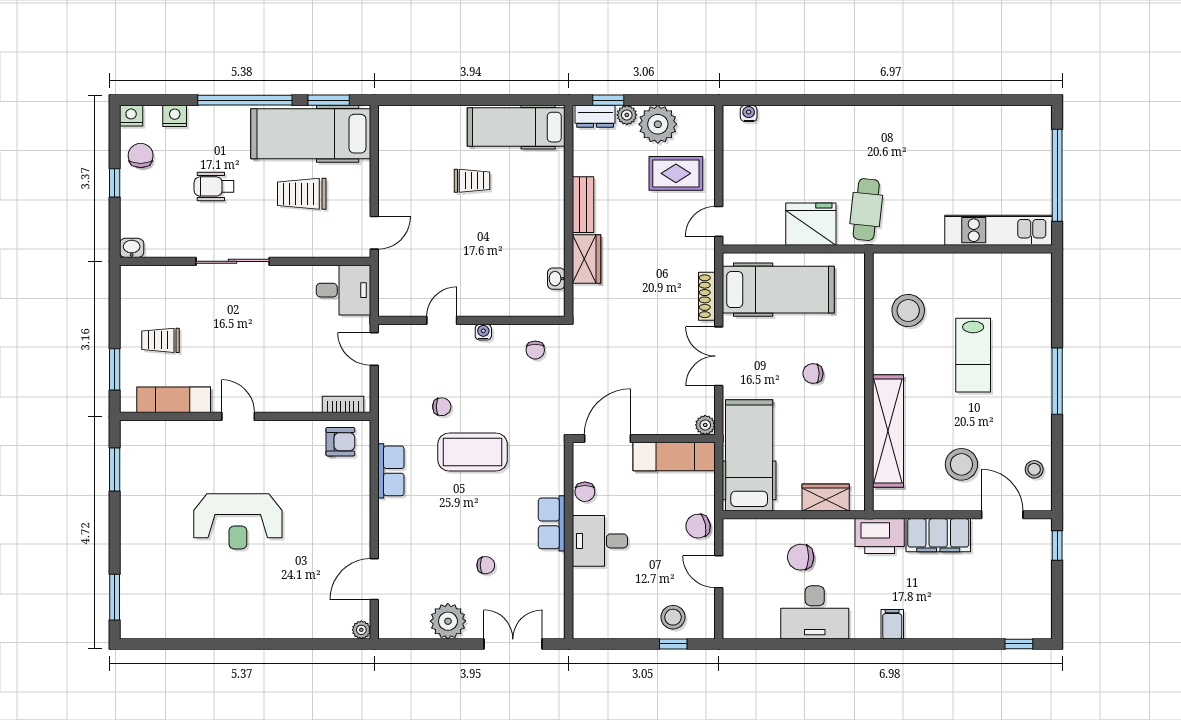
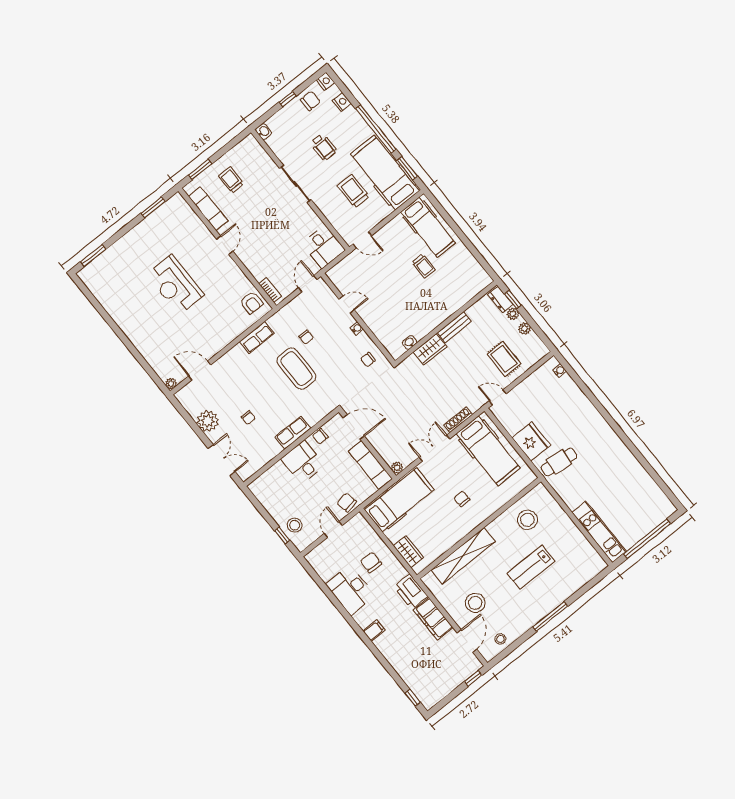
plant: (658, 124) -> (524, 329), width x0.53, depth x0.53
hospital bed: (516, 127) -> (428, 227), moved, turned 180
wheelchair: (214, 186) -> (324, 147), turned 180

